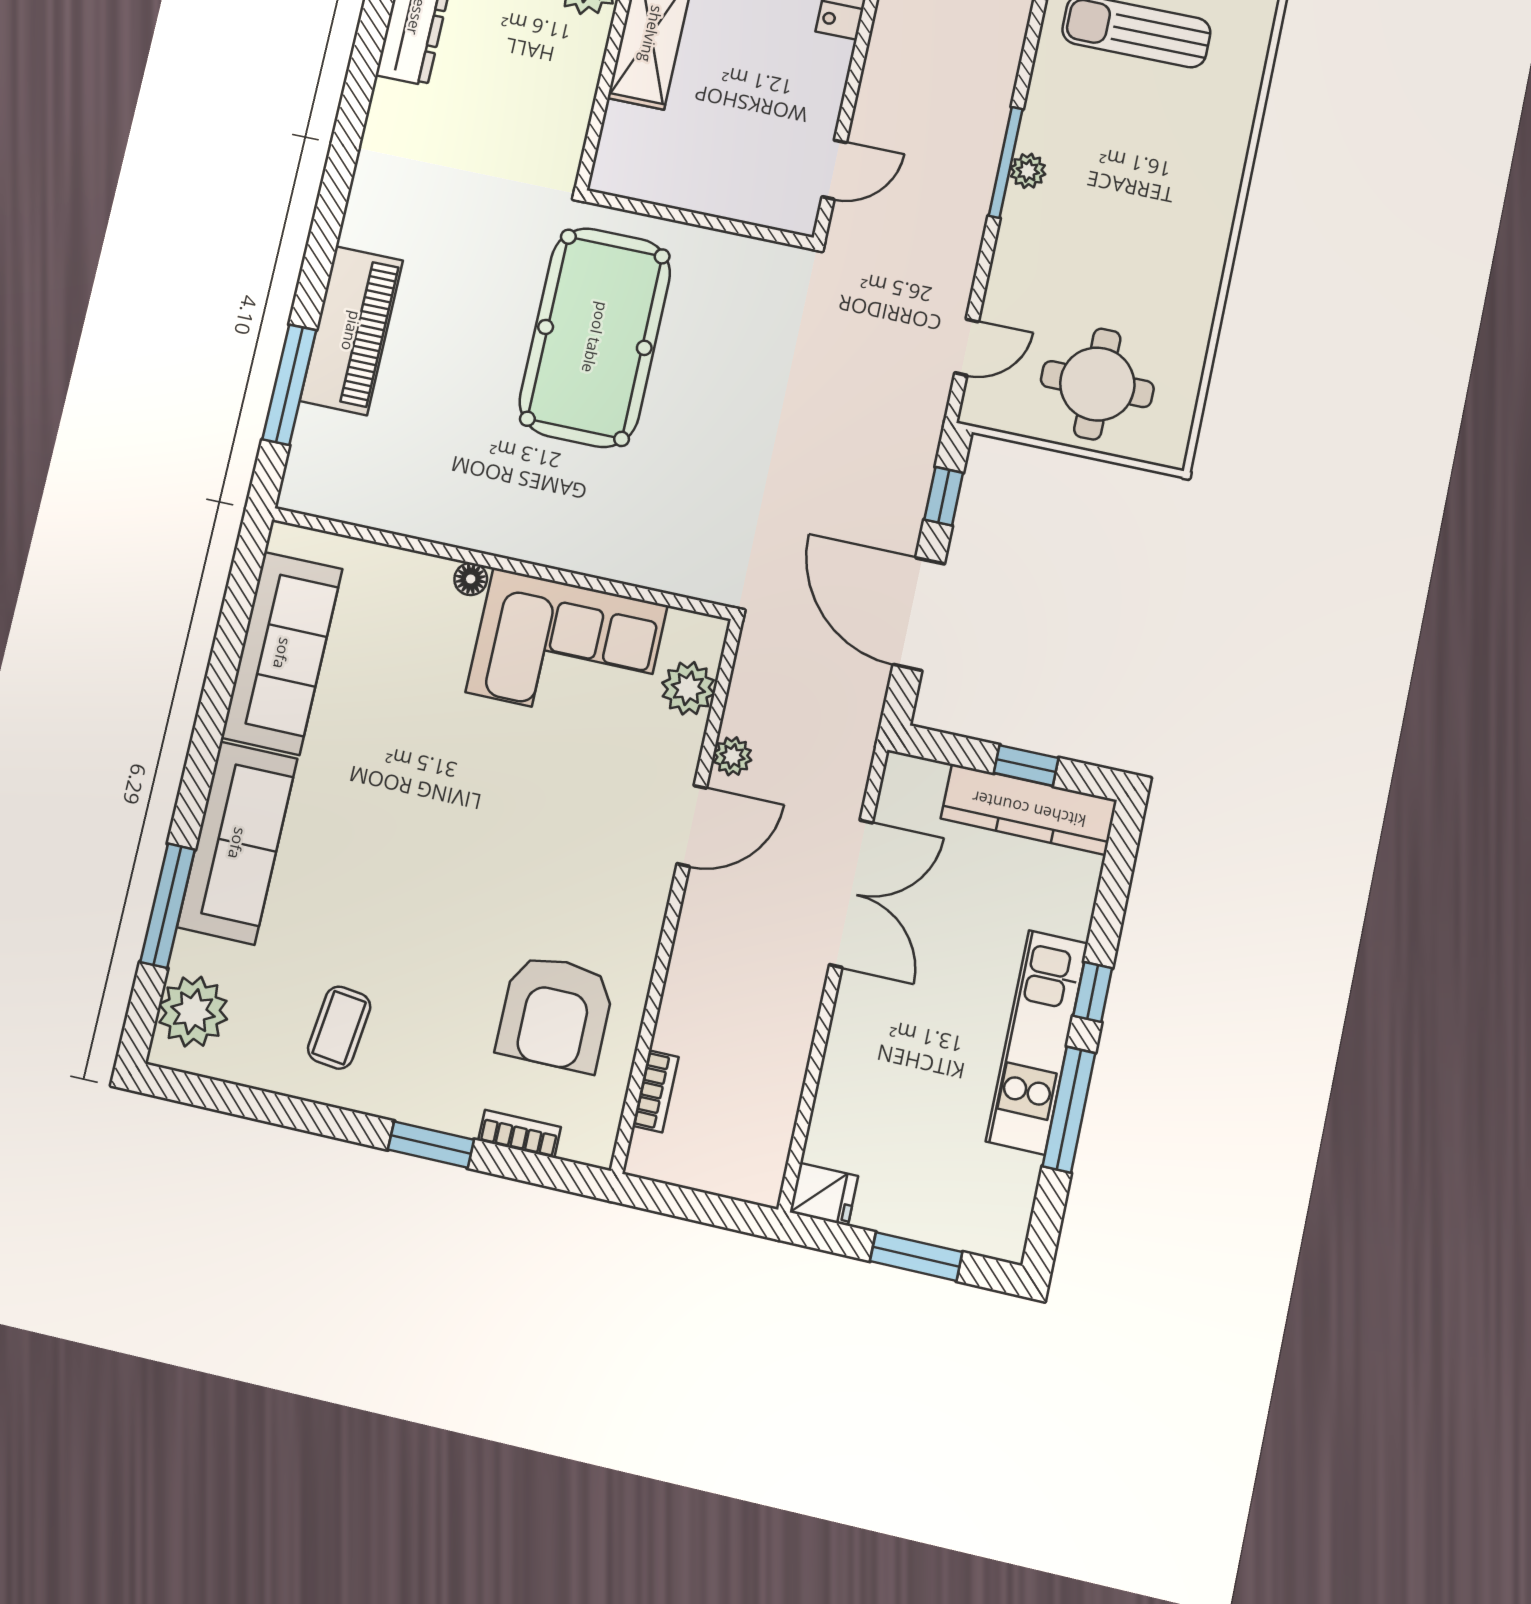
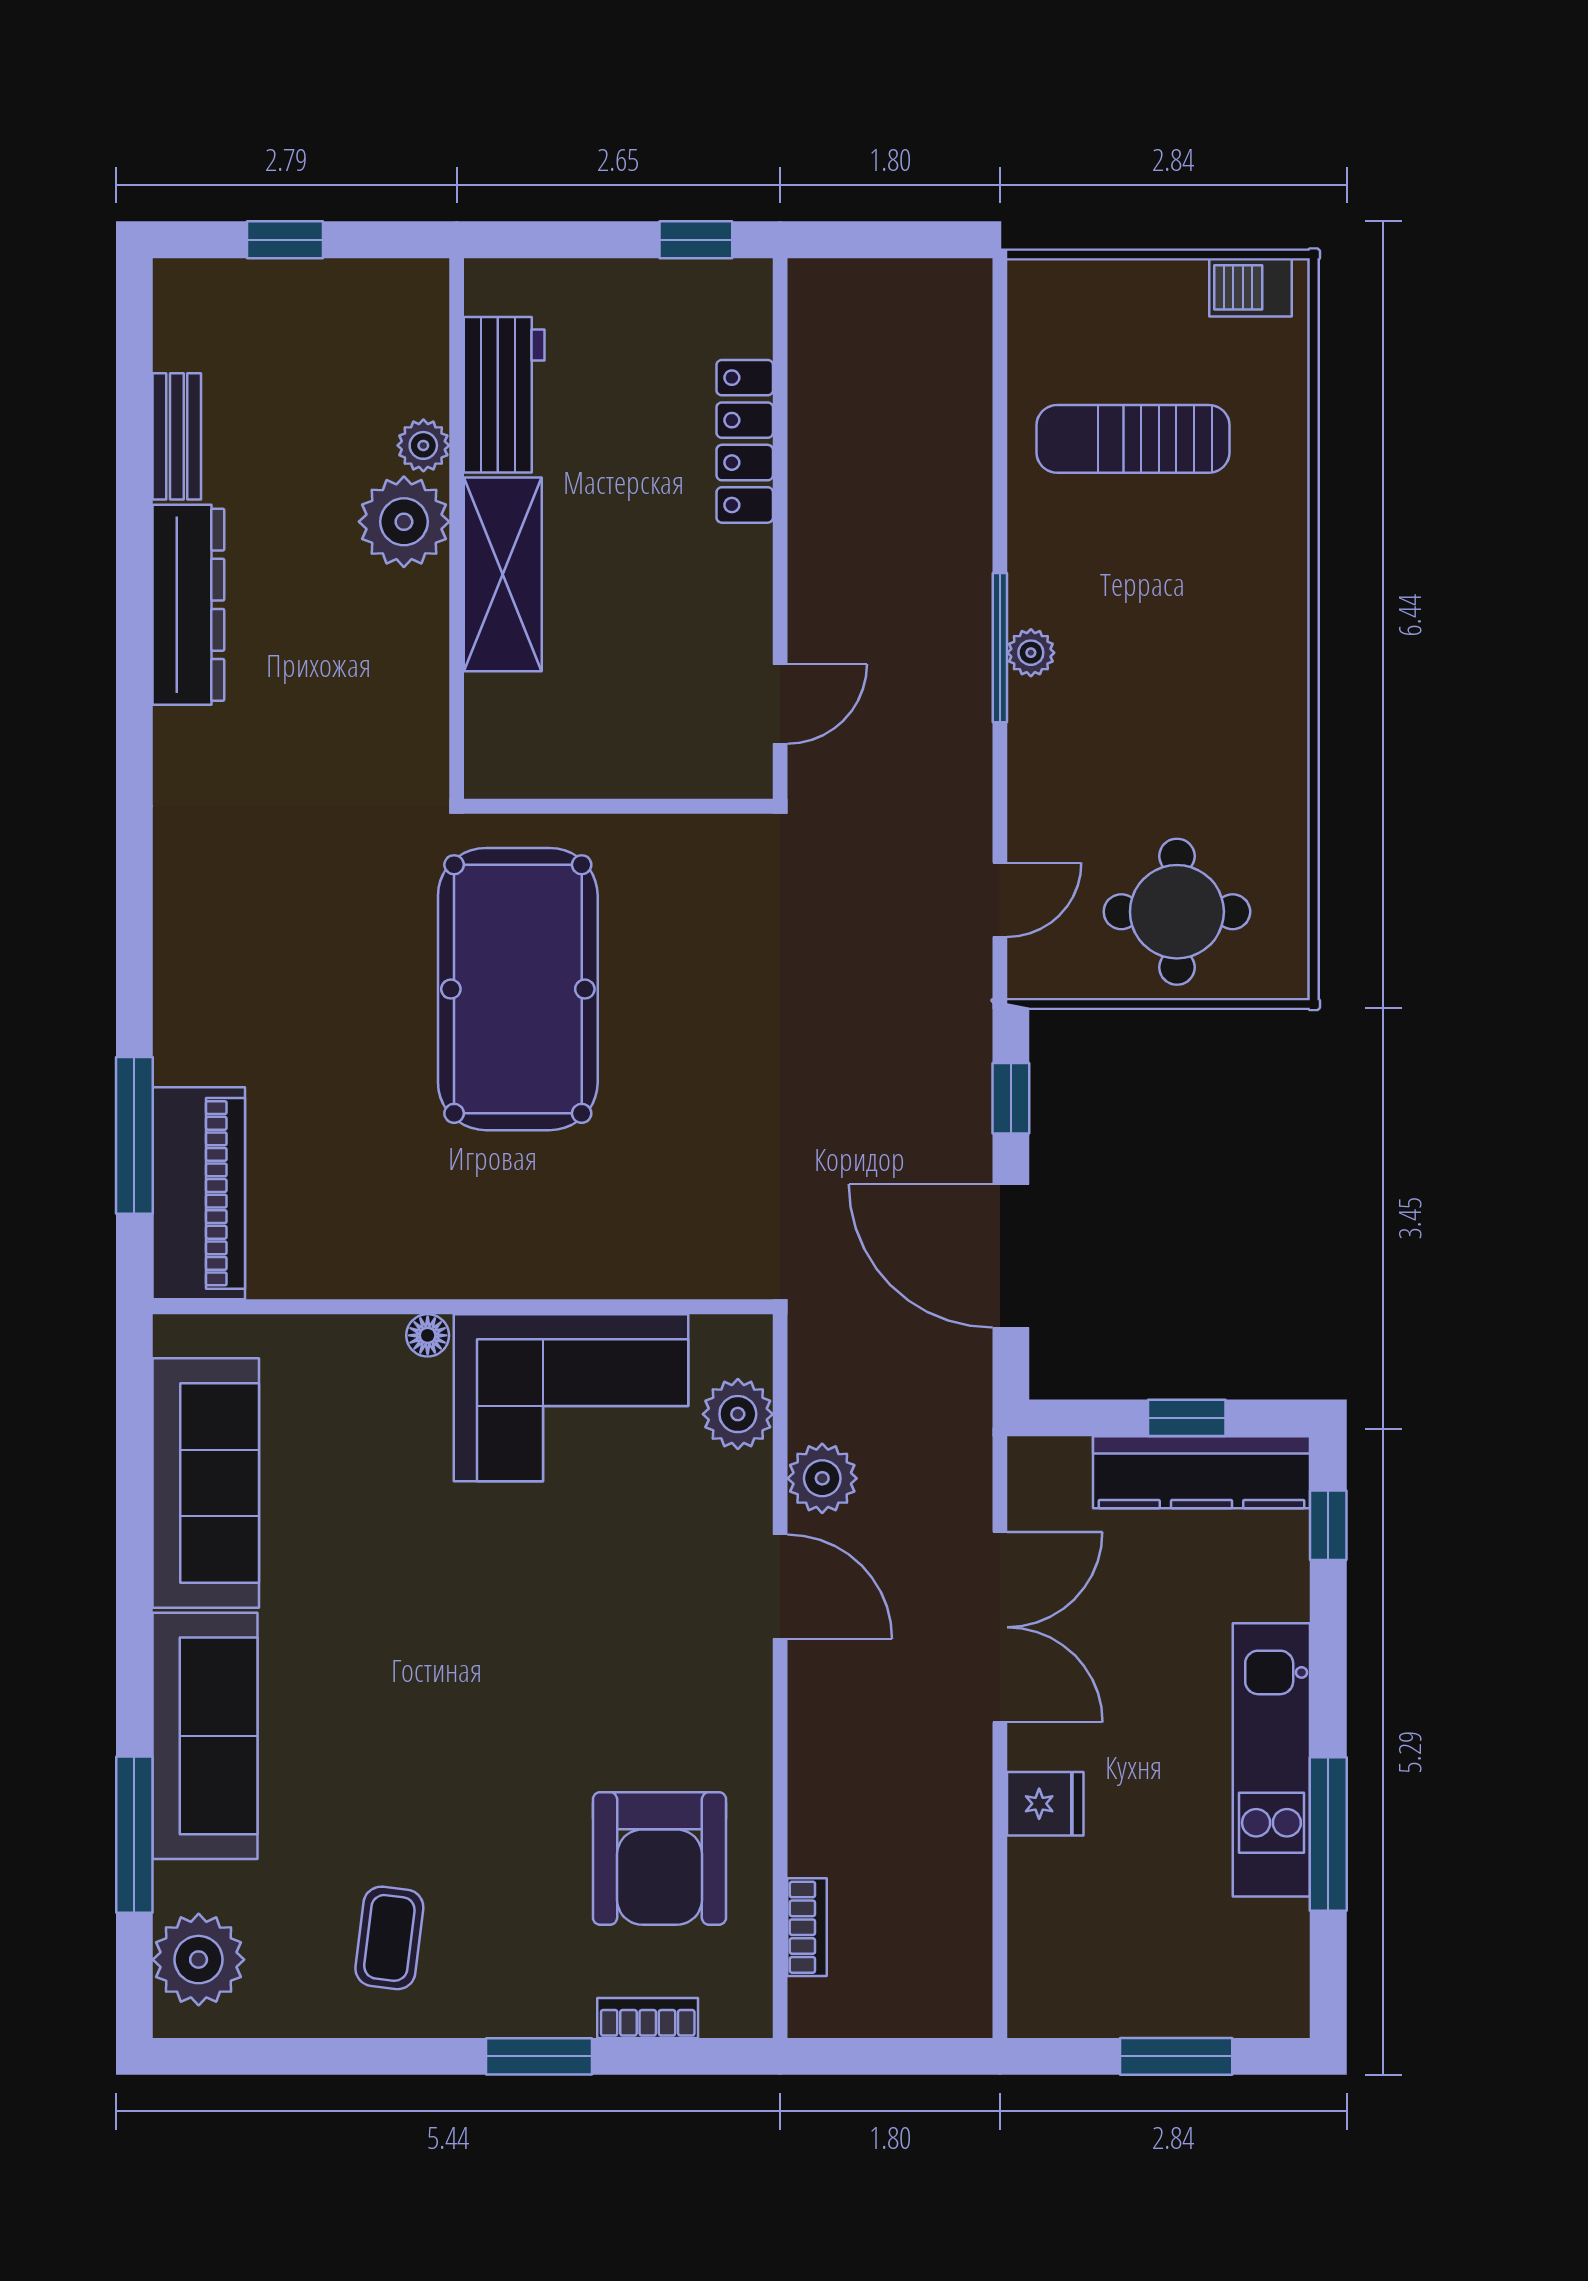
piano: (351, 331) -> (199, 1193), moved
plant: (732, 756) -> (822, 1478), width x1.38, depth x1.38
door: (692, 826) -> (780, 1587), hinge flipped
window: (1093, 992) -> (1328, 1525), moved
fridge: (824, 1194) -> (1045, 1804), moved

